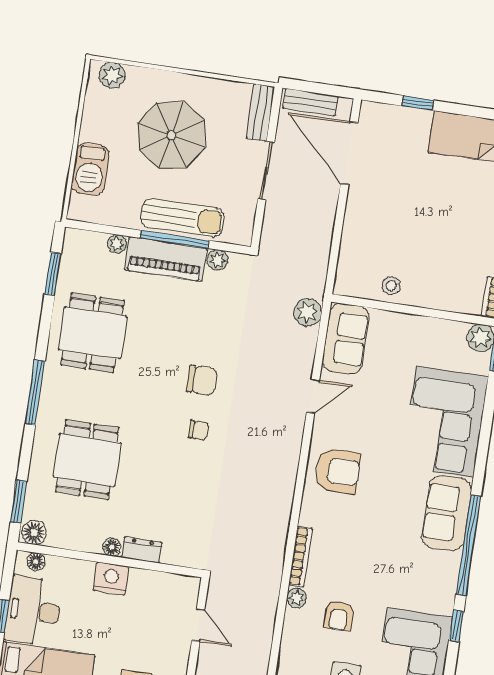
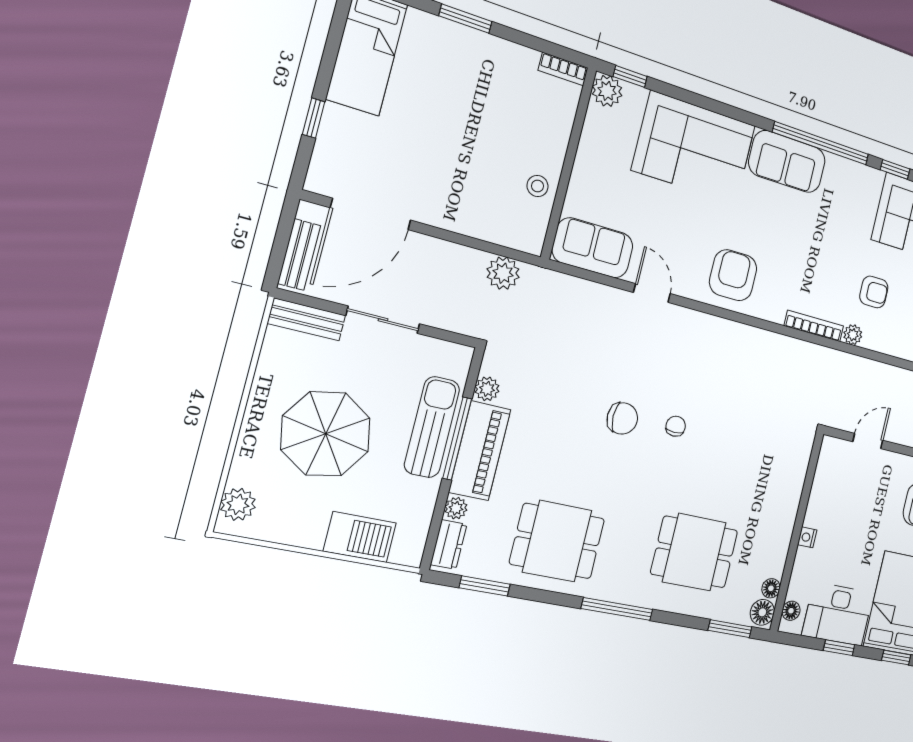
plant: (308, 312) -> (503, 273), moved
chair: (202, 380) -> (622, 418), turned 90
floor lamp: (112, 547) -> (771, 588), moved
dresser: (142, 550) -> (449, 544), moved, turned 180
nightstand: (111, 578) -> (807, 537), width x0.53, depth x0.56

